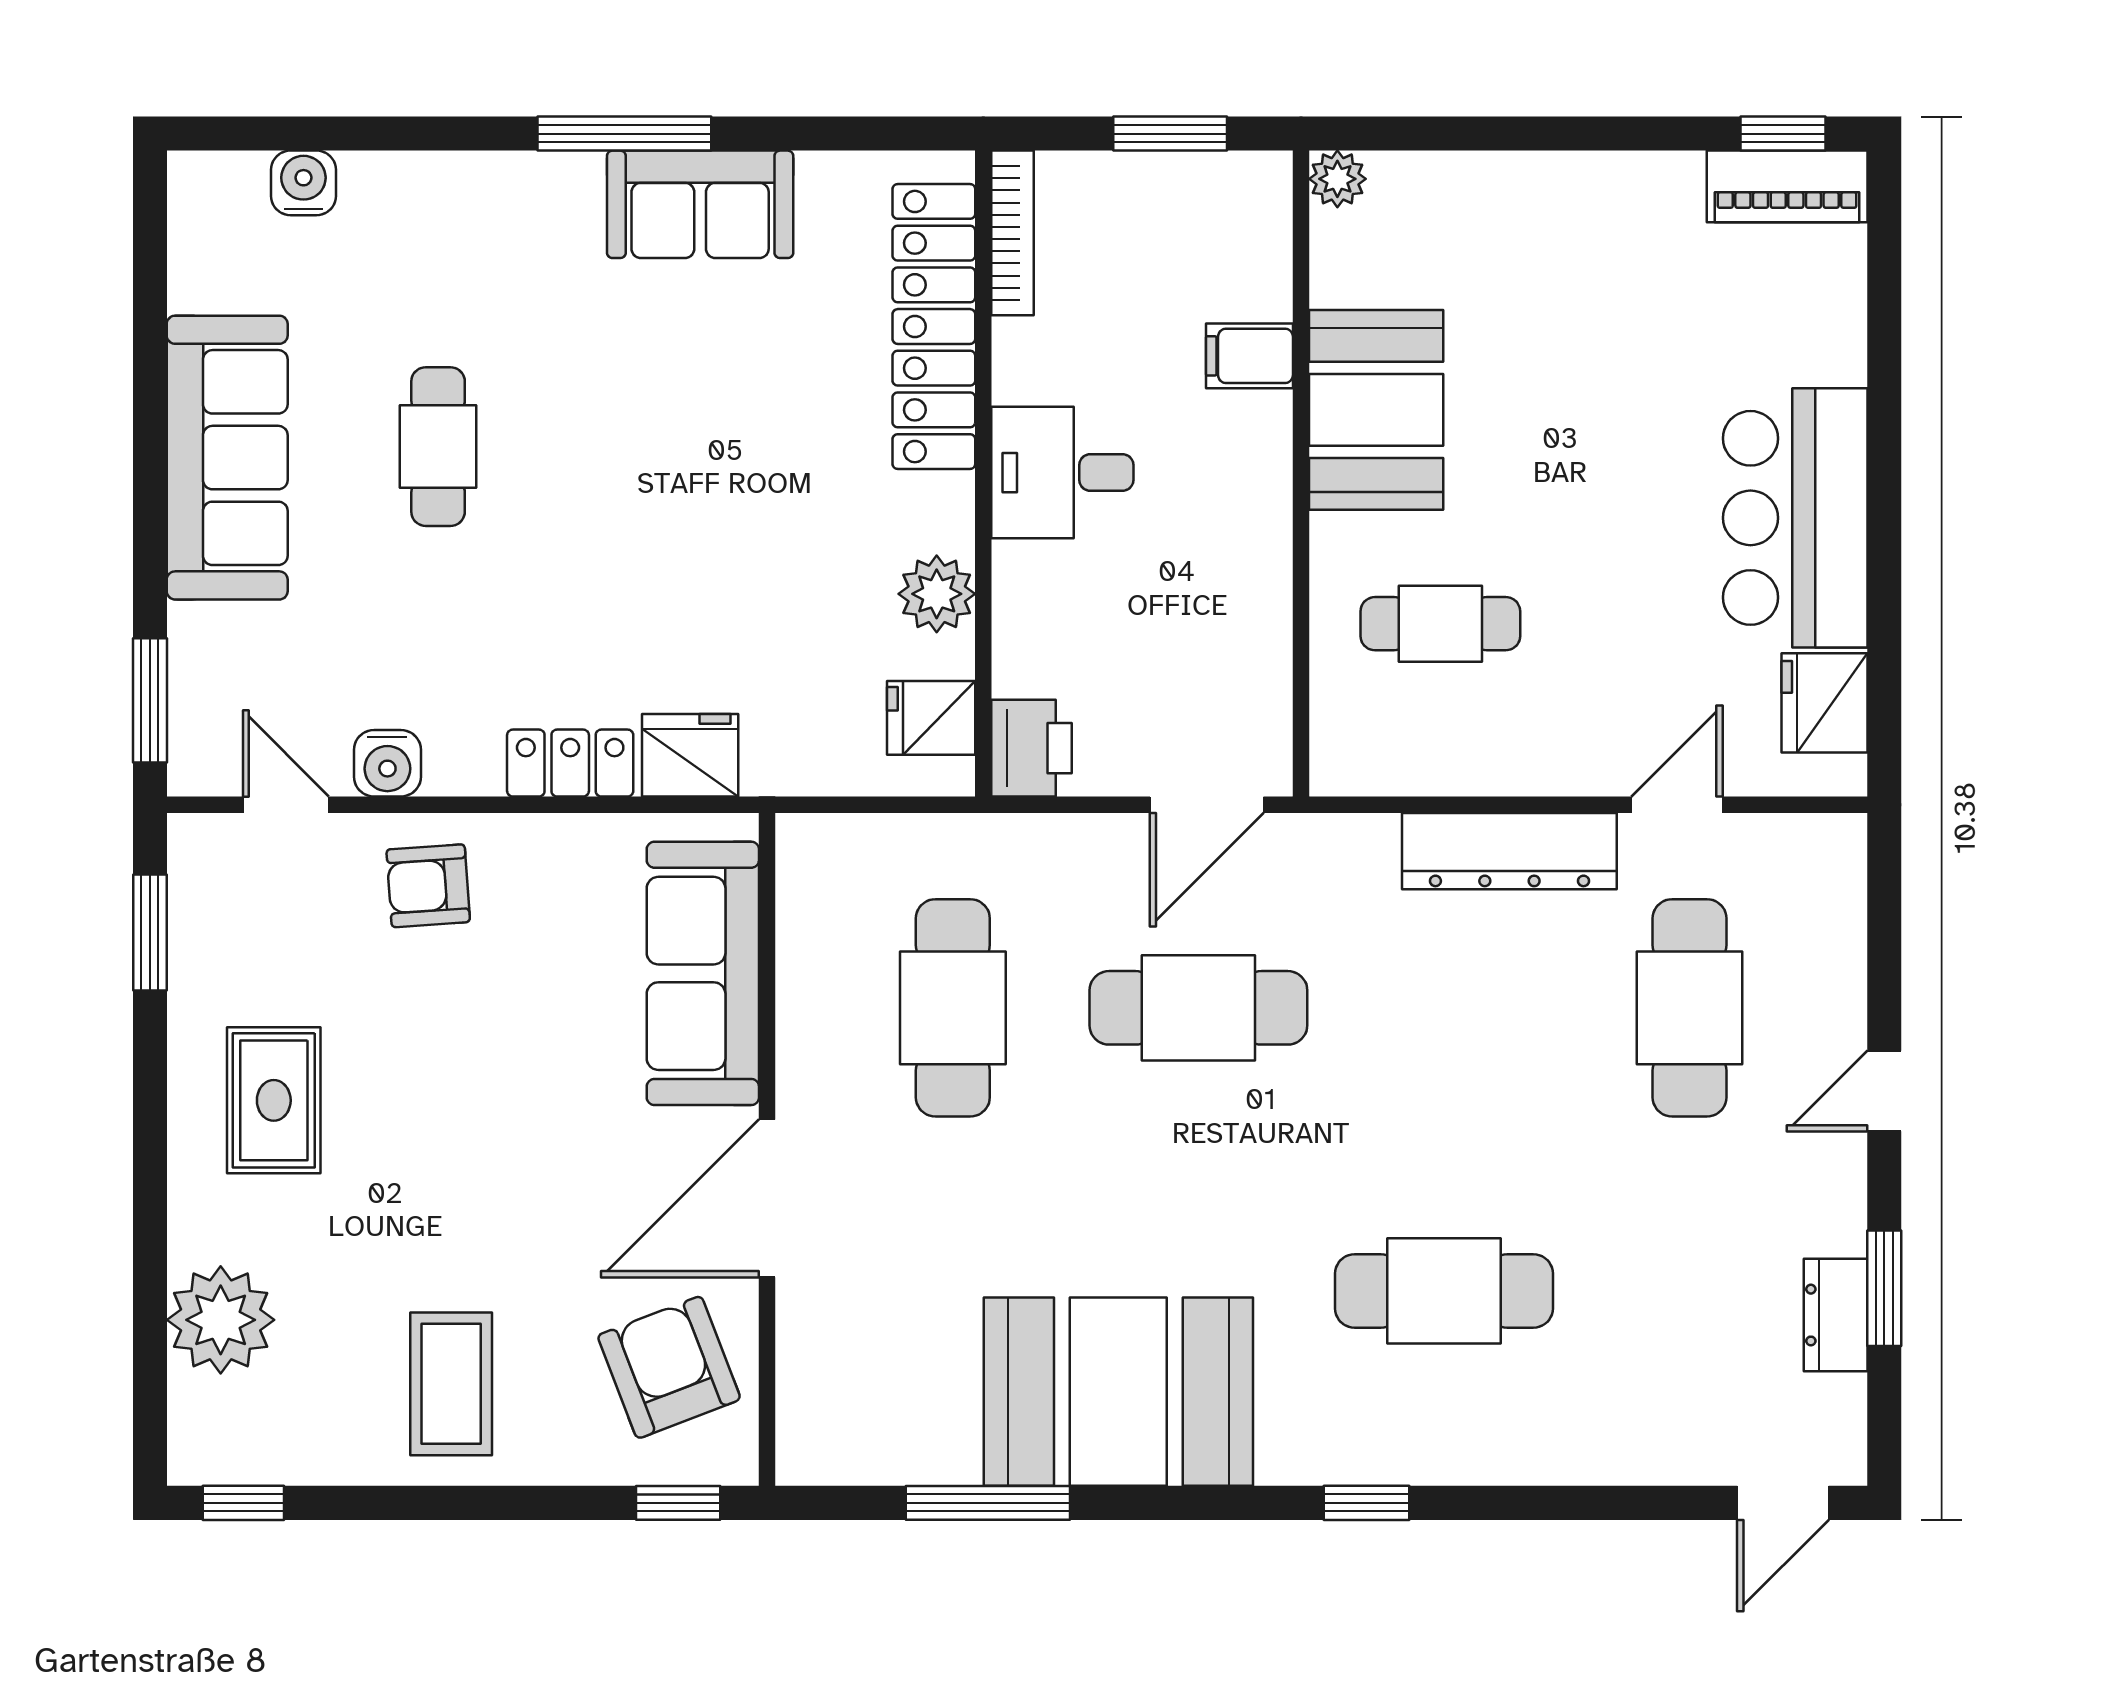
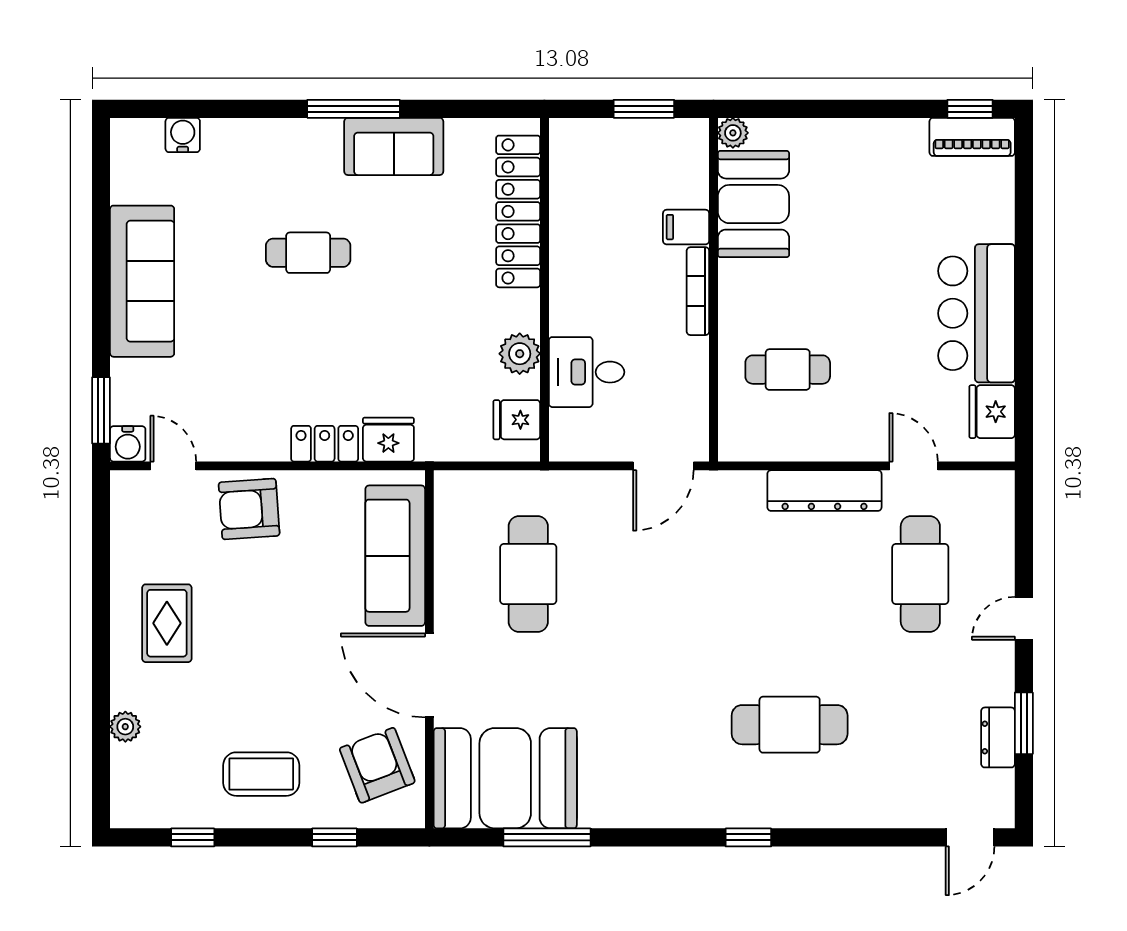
bookcase: (1012, 233) -> (698, 291), moved, turned 180
booth: (1376, 410) -> (753, 204), moved
cafe table: (438, 447) -> (308, 253), moved, turned 90
desk: (1062, 473) -> (587, 372), moved
printer: (1031, 748) -> (570, 436), removed
water cooler: (387, 763) -> (128, 444), moved
door: (1677, 805) -> (914, 466), hinge flipped
armchair: (428, 886) -> (249, 509), width x1.38, depth x1.38
window: (150, 933) -> (101, 534), removed
cafe table: (1198, 1008) -> (659, 574), removed
door: (767, 1198) -> (429, 675), hinge flipped
plant: (221, 1320) -> (125, 727), width x0.53, depth x0.53
coffee table: (451, 1384) -> (261, 774), turned 90
booth: (1118, 1392) -> (505, 778), moved
window: (243, 1503) -> (193, 837), moved
window: (678, 1503) -> (334, 837), moved

